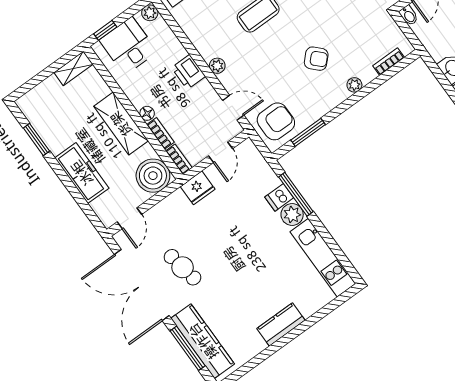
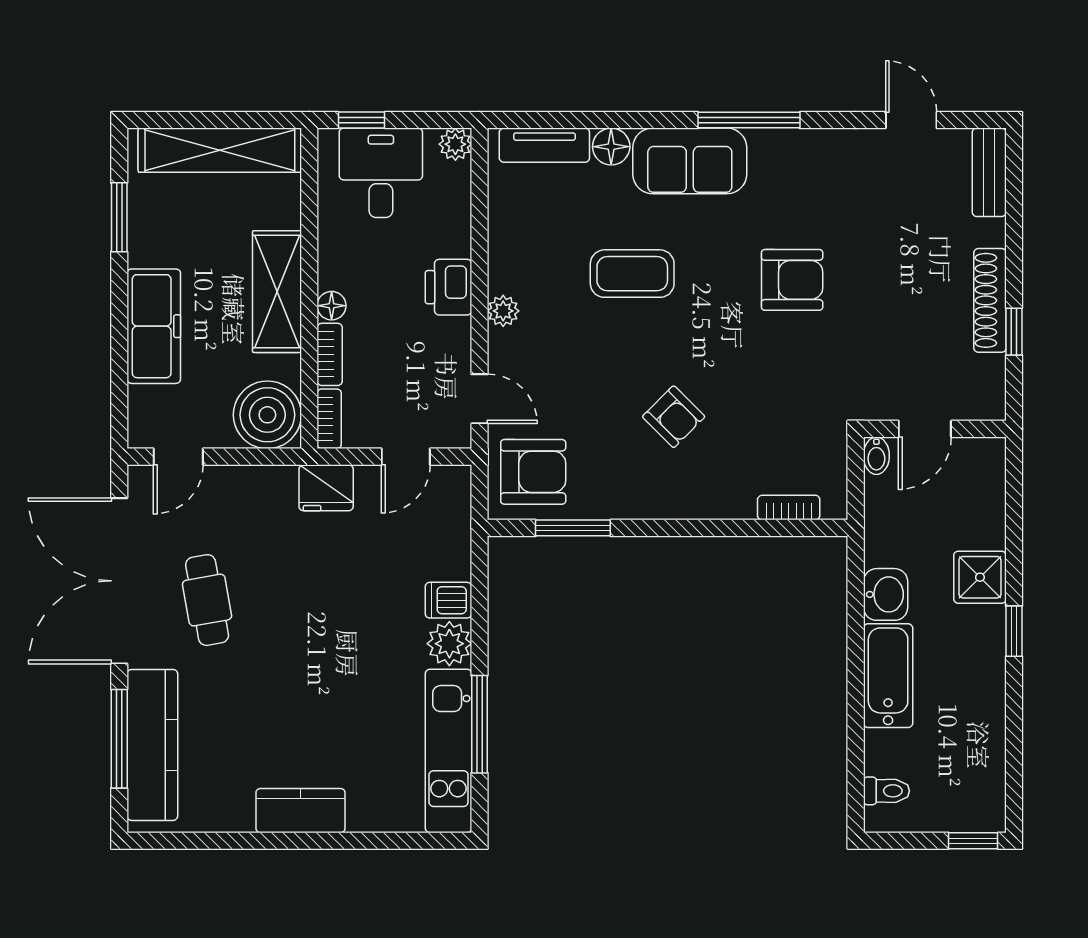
shelving: (73, 68) -> (220, 150), width x2.20, depth x1.33
plant: (354, 85) -> (705, 505), removed
window: (296, 194) -> (480, 724), moved

